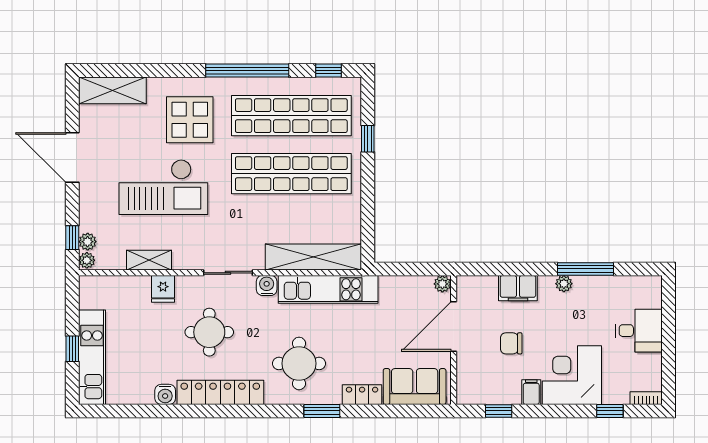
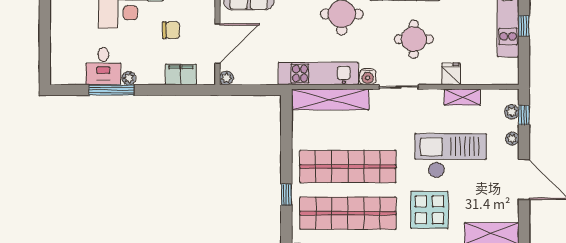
plant: (87, 260) -> (512, 139), moved
filing cabinet: (518, 288) -> (181, 74), moved
desk: (639, 331) -> (103, 66), moved, turned -90

